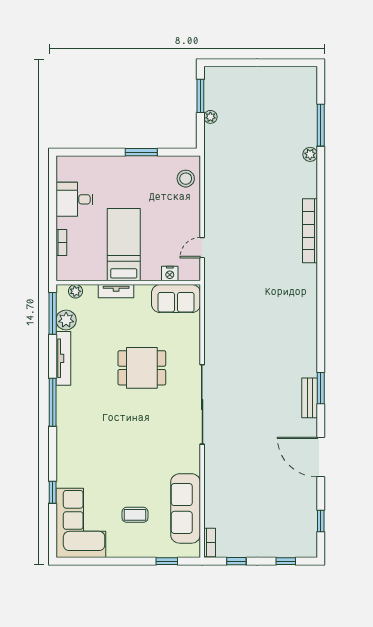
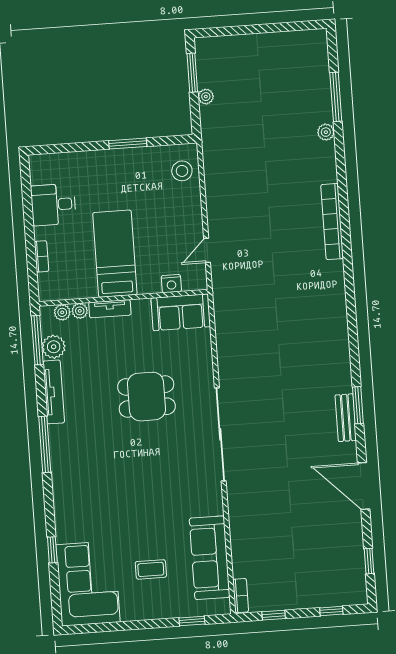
plant: (90, 291) -> (80, 311), added

